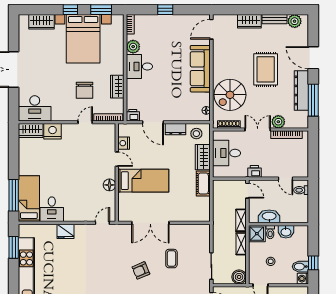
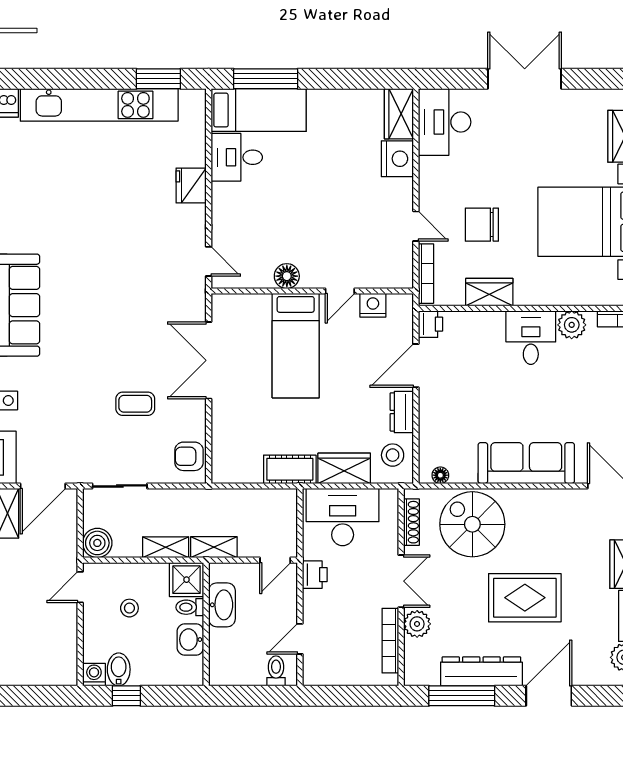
desk: (226, 153) -> (343, 517), width x1.37
armchair: (141, 270) -> (189, 456), moved, turned -67

